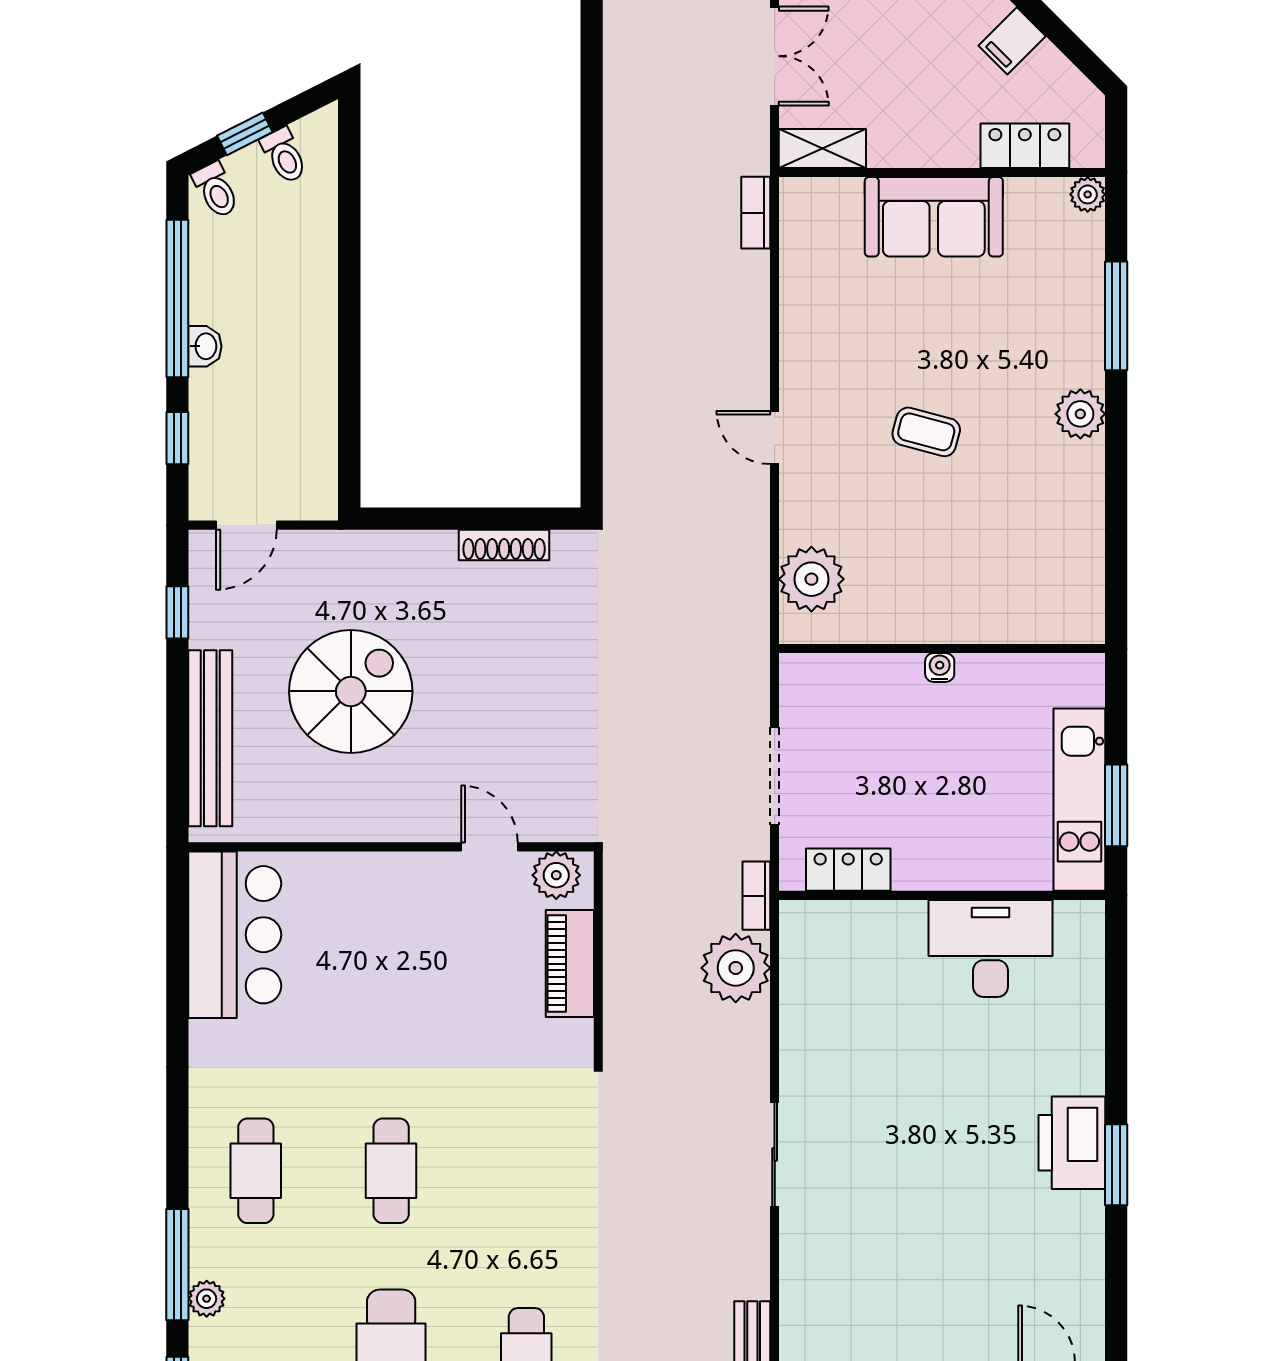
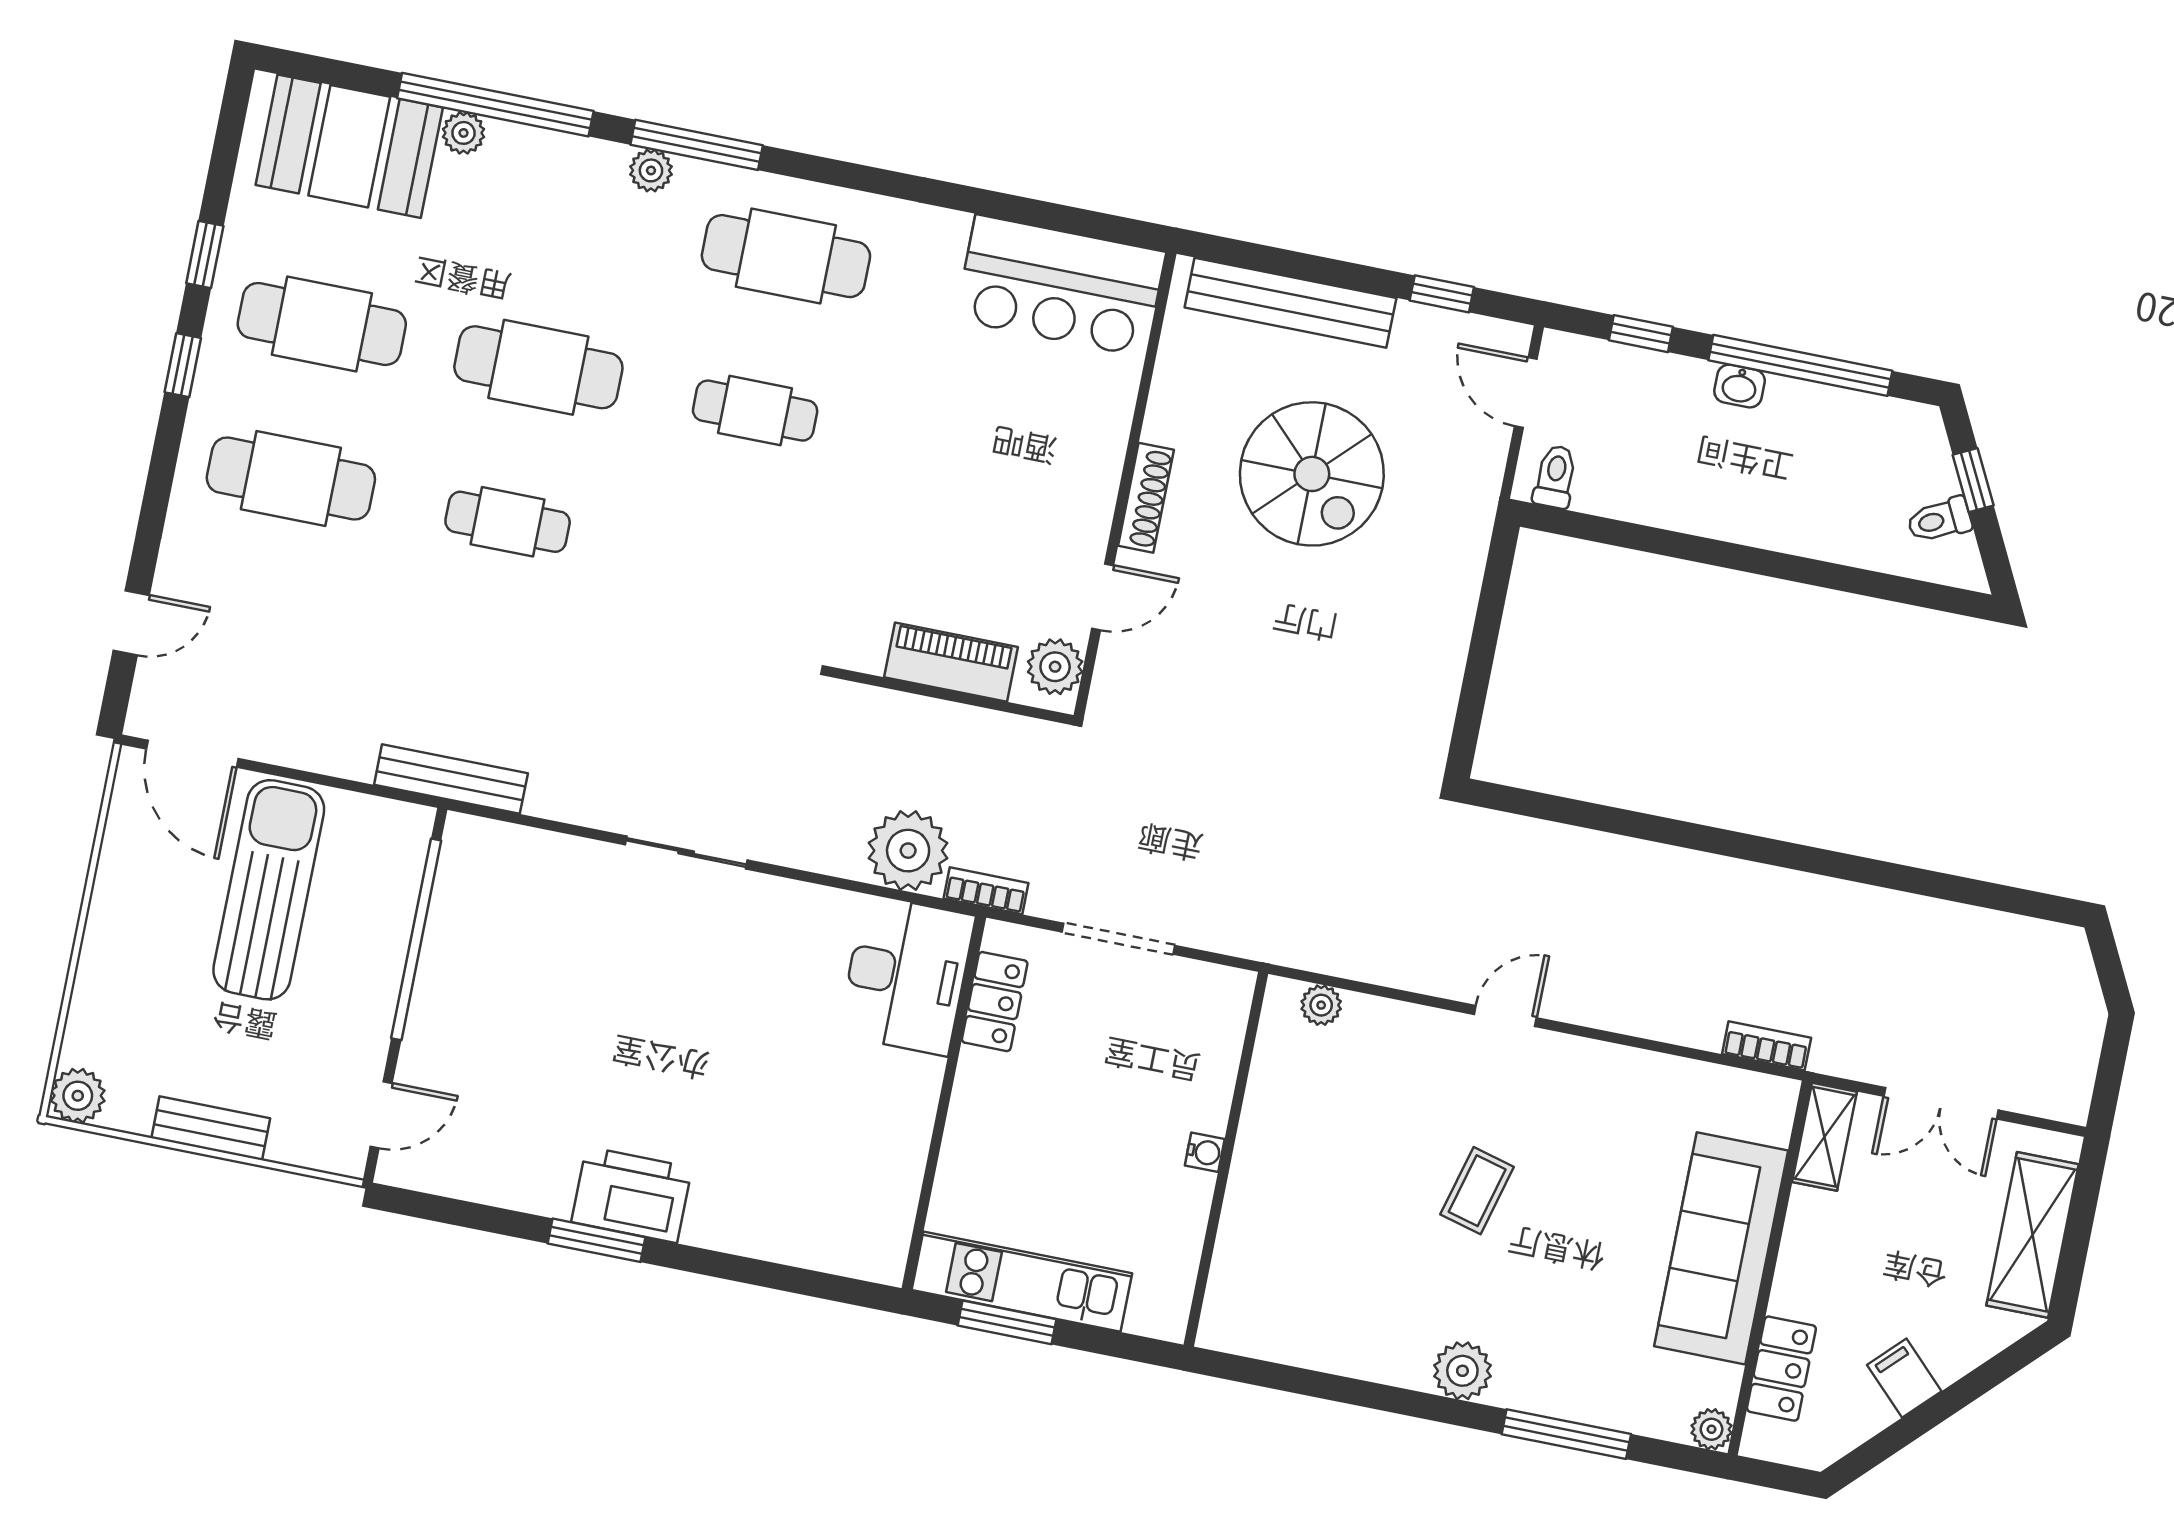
toilet: (216, 190) -> (1555, 477), moved, turned 117
sofa: (934, 217) -> (1721, 1248), width x1.36
shoe rack: (504, 545) -> (1146, 498), moved, turned 180
plant: (811, 579) -> (1321, 1005), width x0.53, depth x0.53
desk: (990, 948) -> (906, 975), moved
cafe table: (256, 1171) -> (786, 256), width x1.37, depth x1.35

